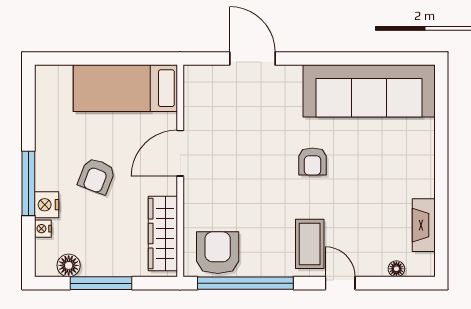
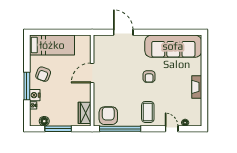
bed: (125, 88) -> (52, 45), moved, turned 180
armchair: (97, 176) -> (43, 74), moved
fireplace: (424, 225) -> (197, 87), moved
wardrobe: (163, 234) -> (85, 113), width x0.67
door: (340, 283) -> (172, 129), moved

